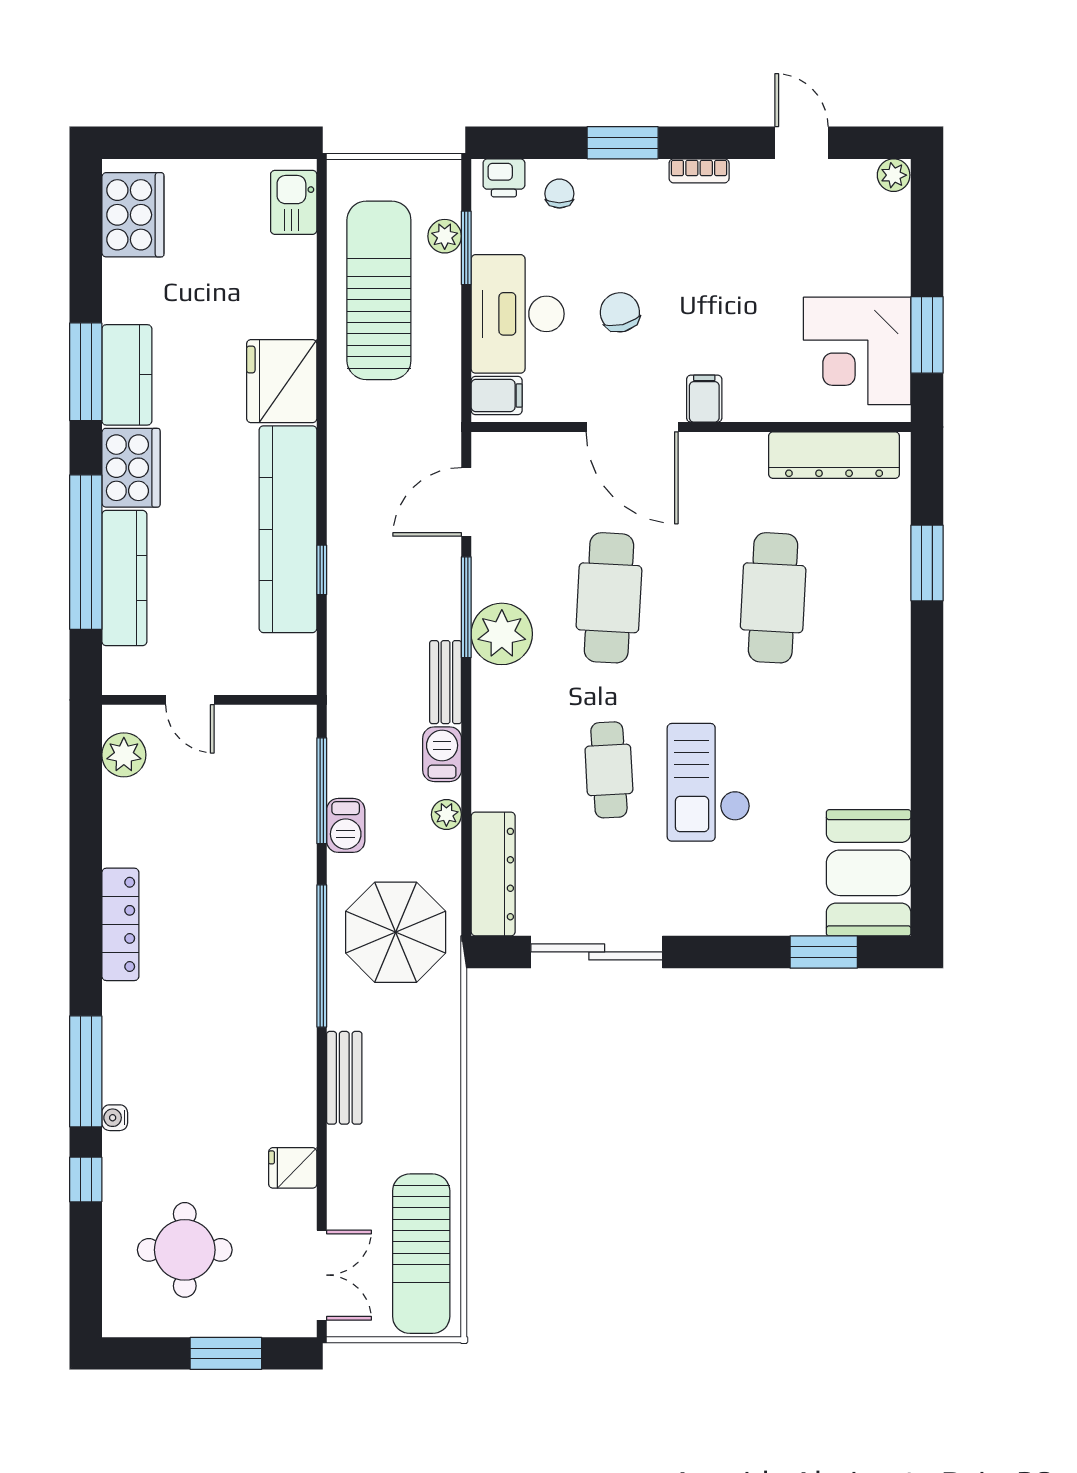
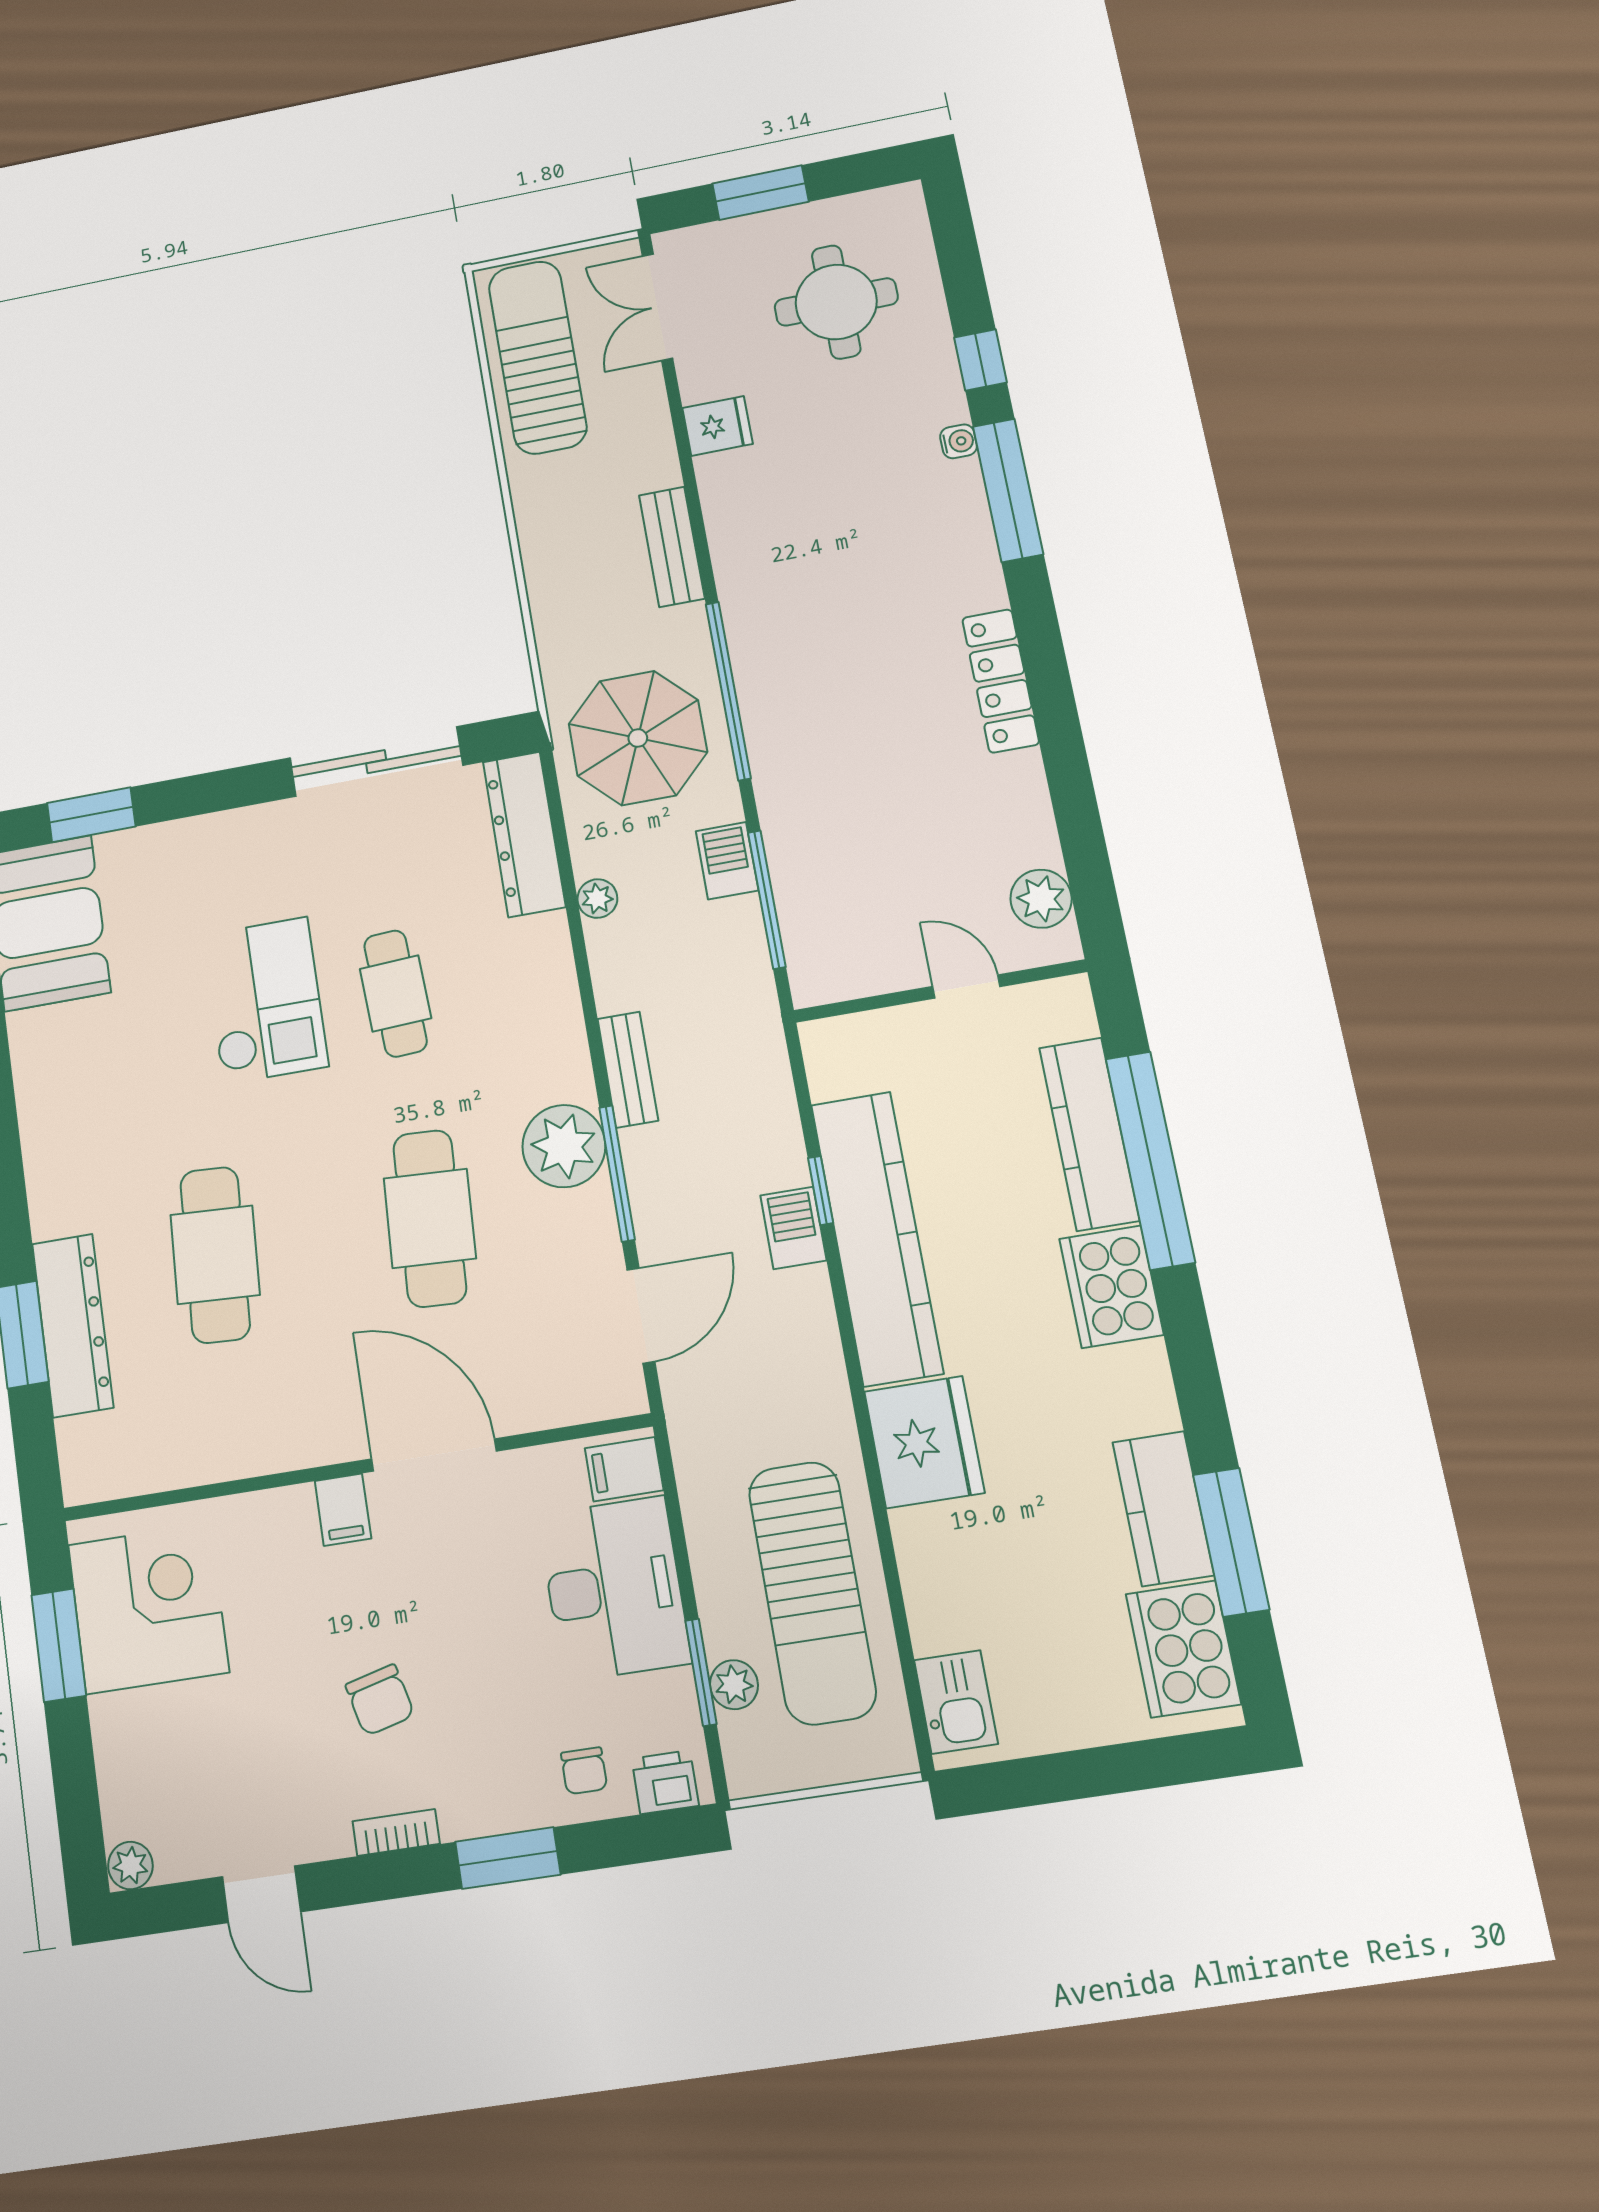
chair: (620, 312) -> (380, 1700), moved
window: (86, 372) -> (1231, 1542), moved
kitchen counter: (127, 375) -> (1163, 1509), moved
dresser: (834, 455) -> (73, 1325), moved, turned 90
barbecue: (442, 754) -> (793, 1228), moved, turned 180

